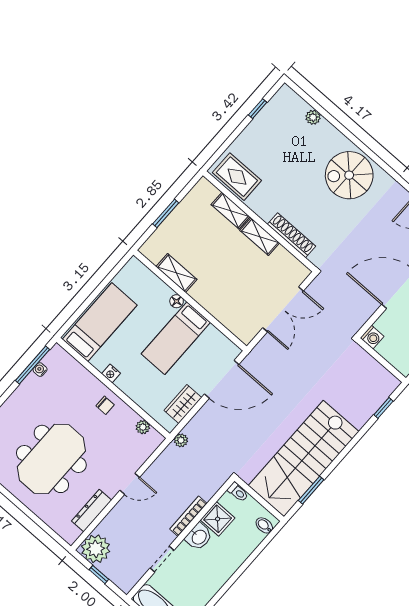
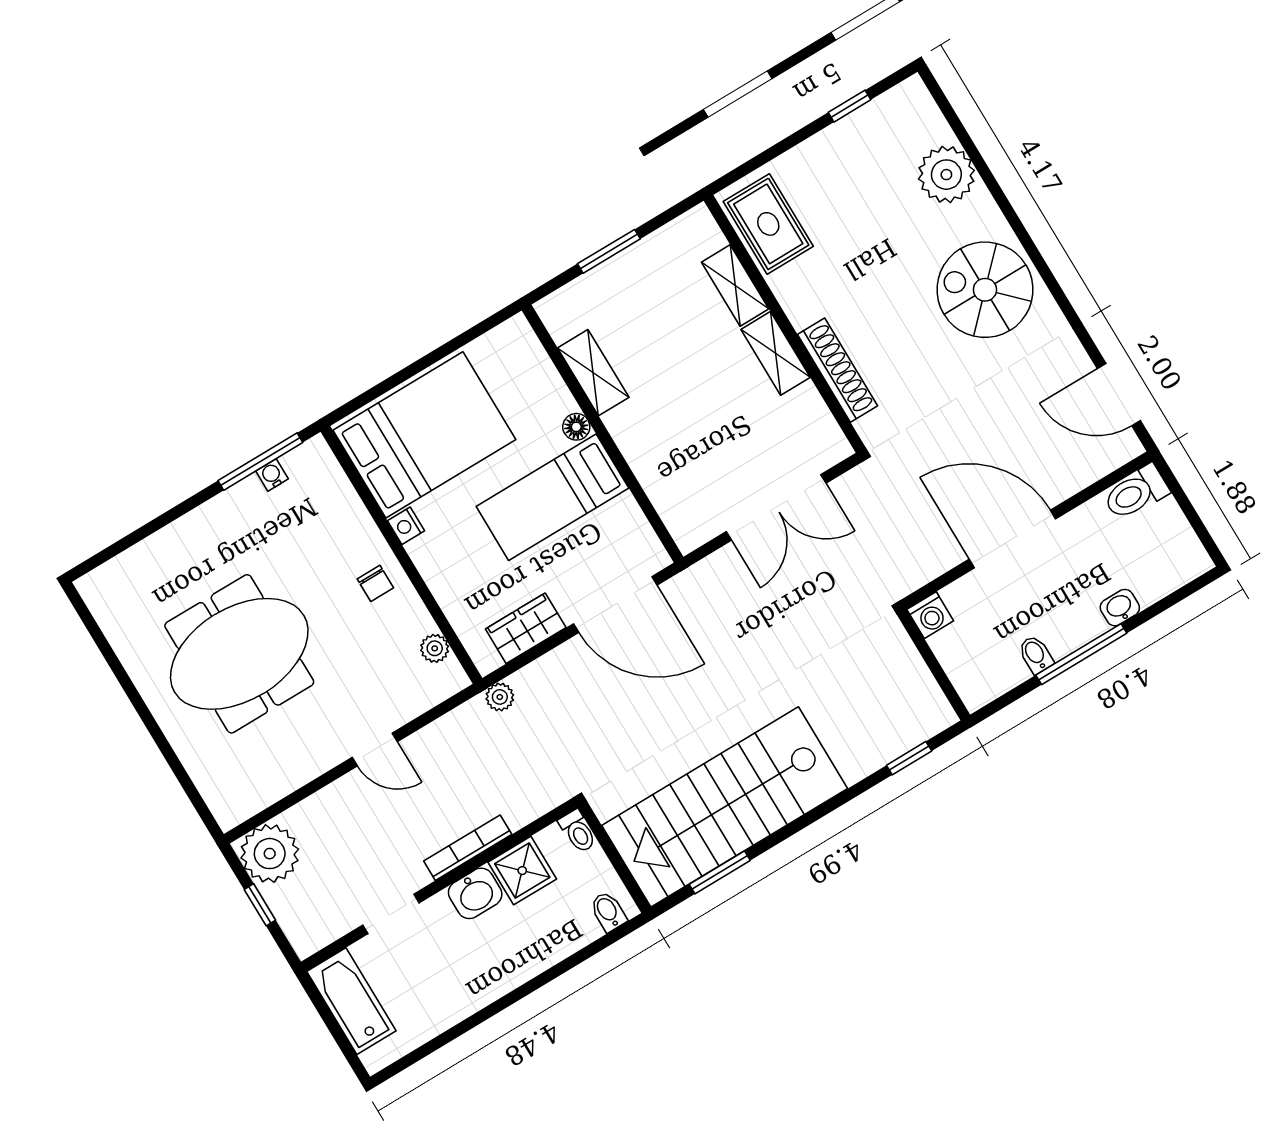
plant: (313, 117) -> (946, 175), width x1.88, depth x1.88
bed: (100, 322) -> (424, 435), width x1.50
dresser: (92, 511) -> (285, 778), removed

